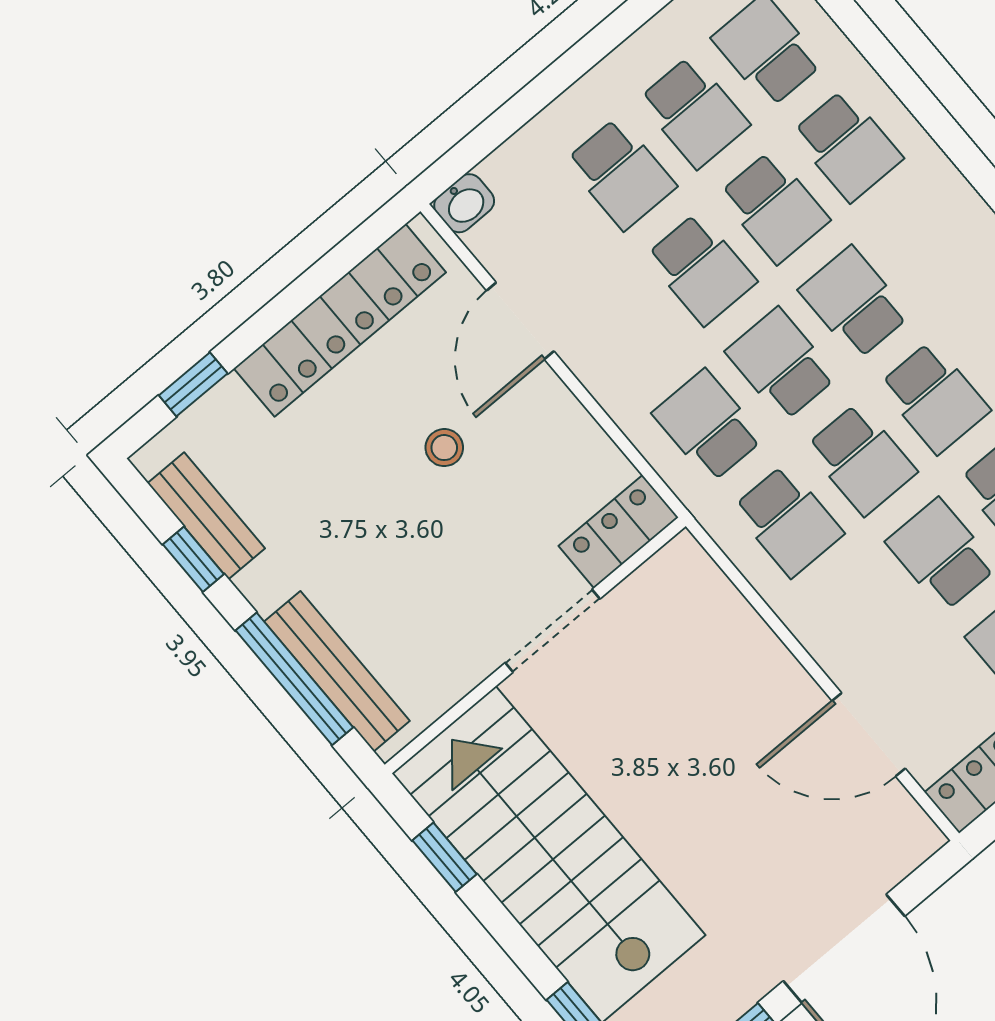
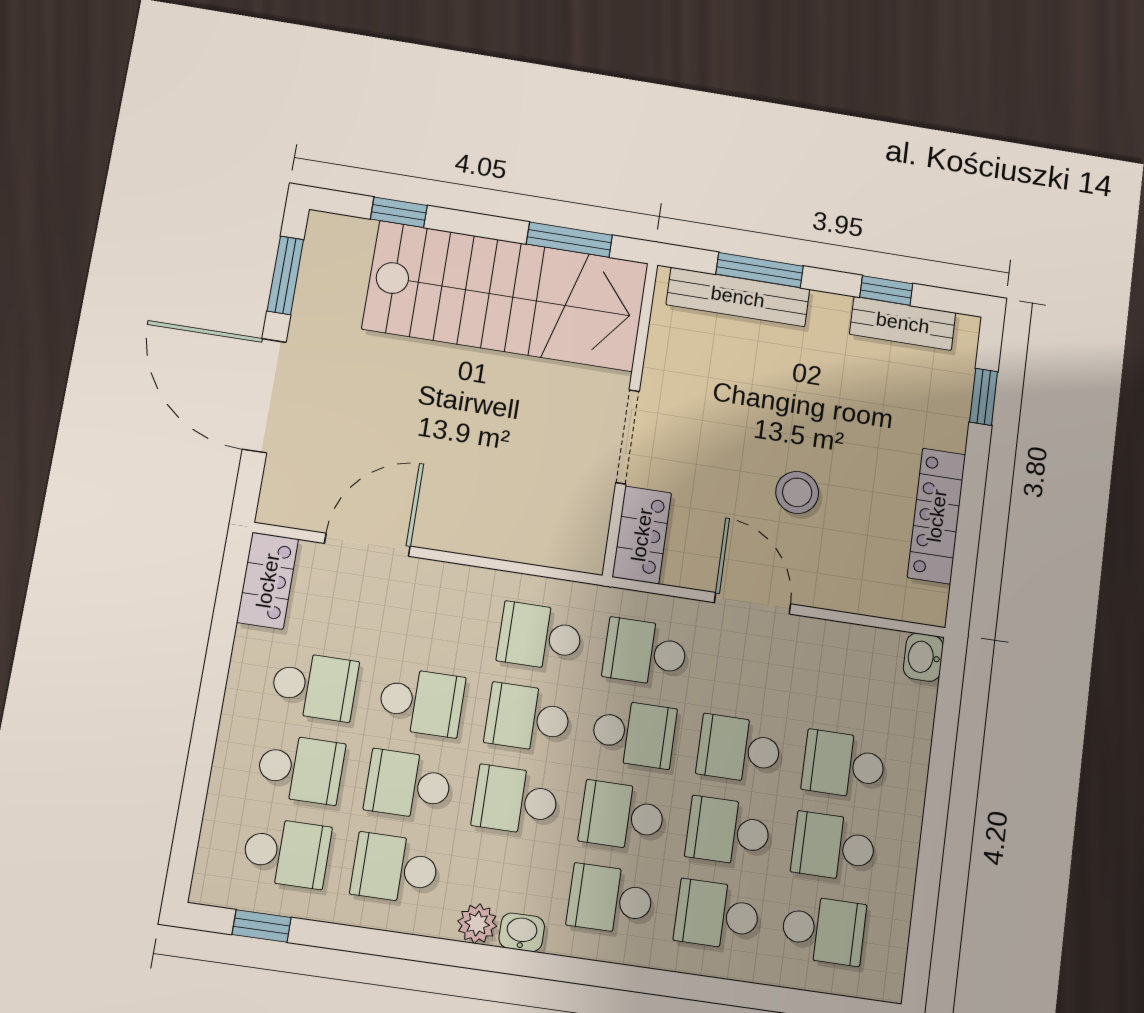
school desk: (927, 241) -> (610, 899), added
school desk: (854, 303) -> (622, 816), turned 180
locker: (340, 320) -> (937, 516), width x0.71, depth x0.83
door: (520, 321) -> (753, 603), moved
school desk: (708, 426) -> (645, 652), turned 180
stool: (444, 448) -> (797, 492), width x1.37, depth x1.37
window: (294, 679) -> (760, 270), width x0.69
window: (445, 857) -> (569, 240), width x1.50

